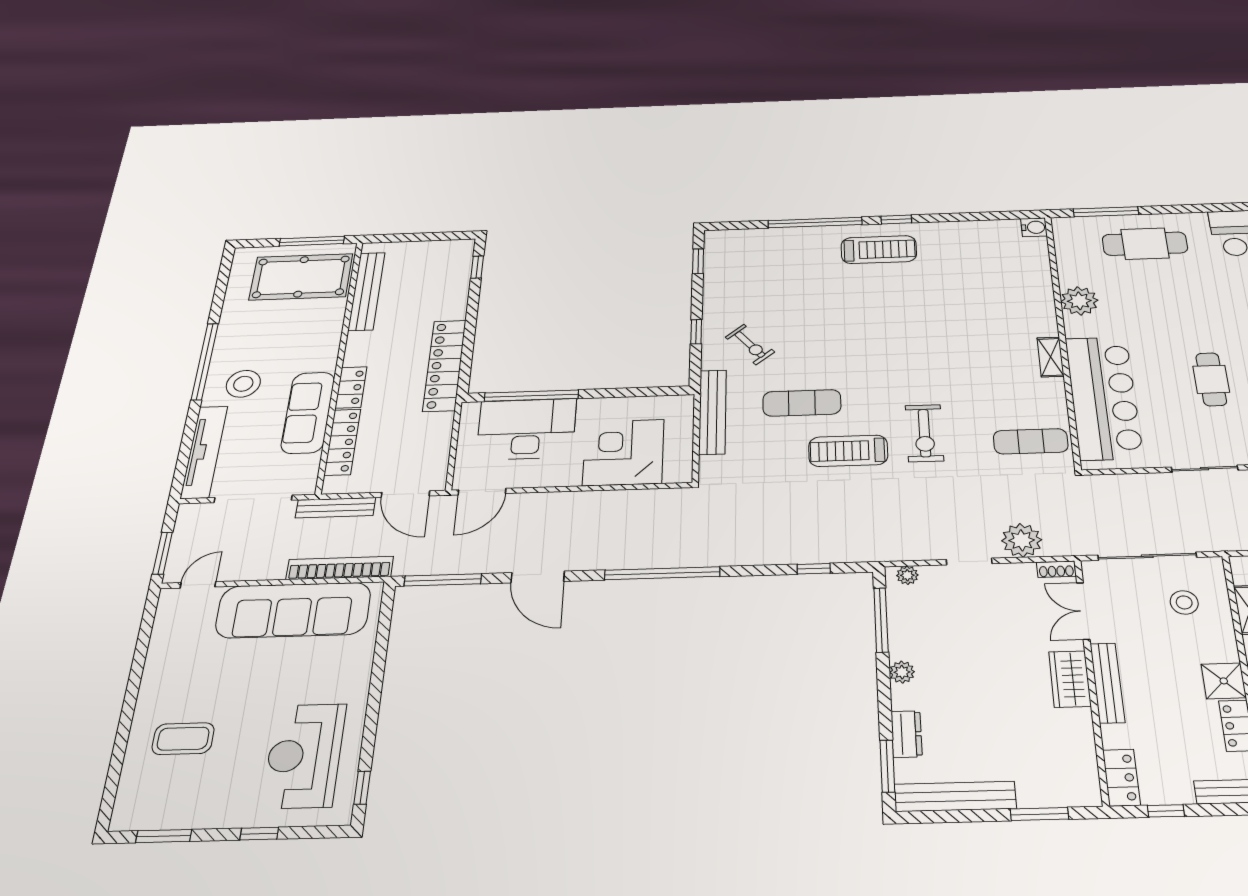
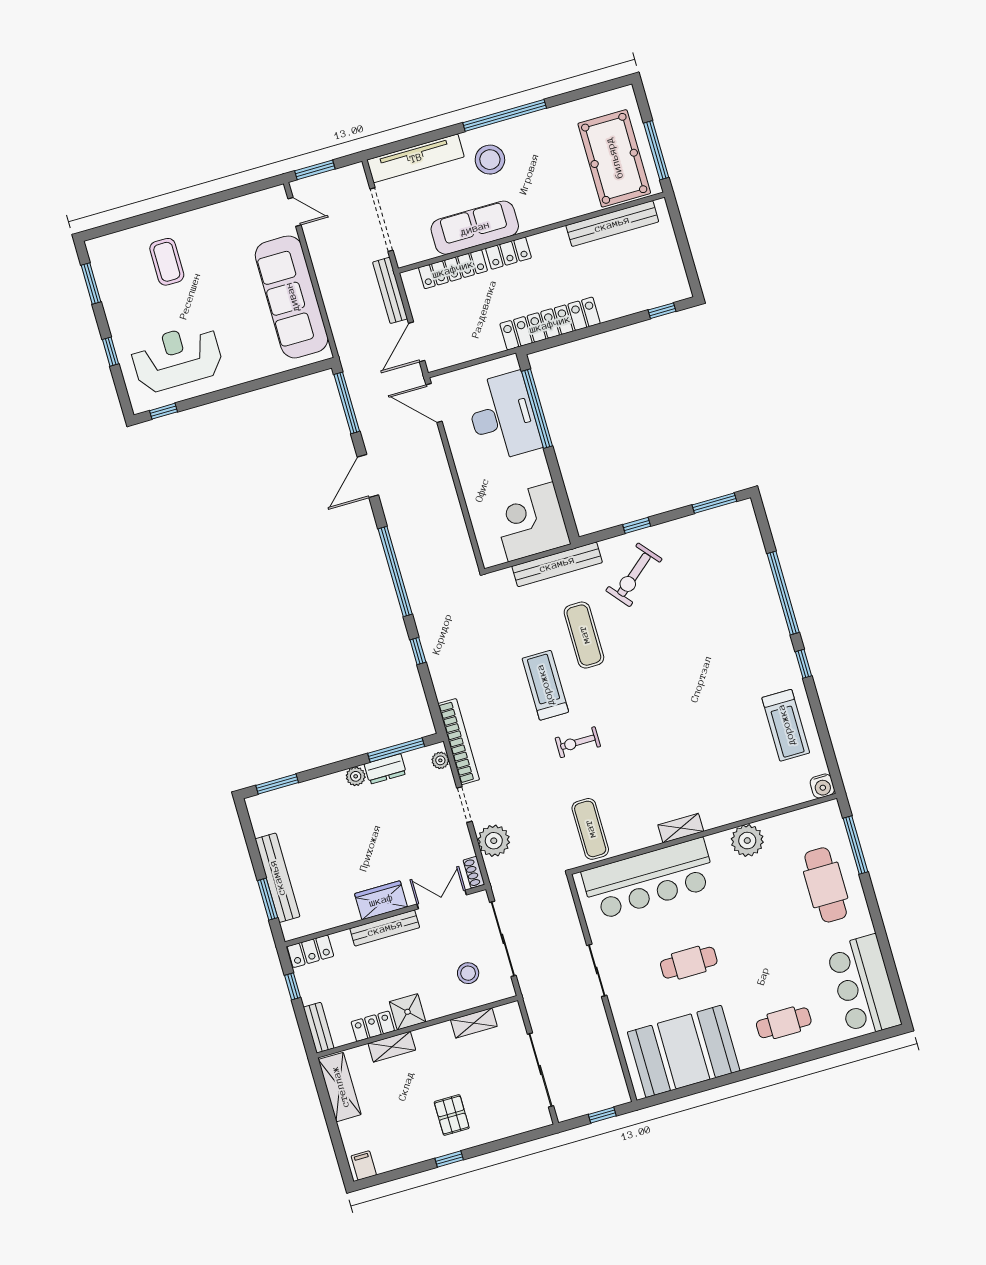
treadmill: (879, 250) -> (786, 725), moved
window: (698, 261) -> (714, 503), width x1.50
exercise bike: (750, 345) -> (634, 575), width x1.38, depth x1.39
exercise bike: (924, 433) -> (578, 742), width x0.73, depth x0.72
corner desk: (624, 452) -> (531, 522), moved, turned -90
bookcase: (340, 568) -> (459, 742), moved
window: (814, 569) -> (418, 651), moved
dresser: (906, 734) -> (385, 769), moved
bench: (955, 796) -> (277, 878), moved

